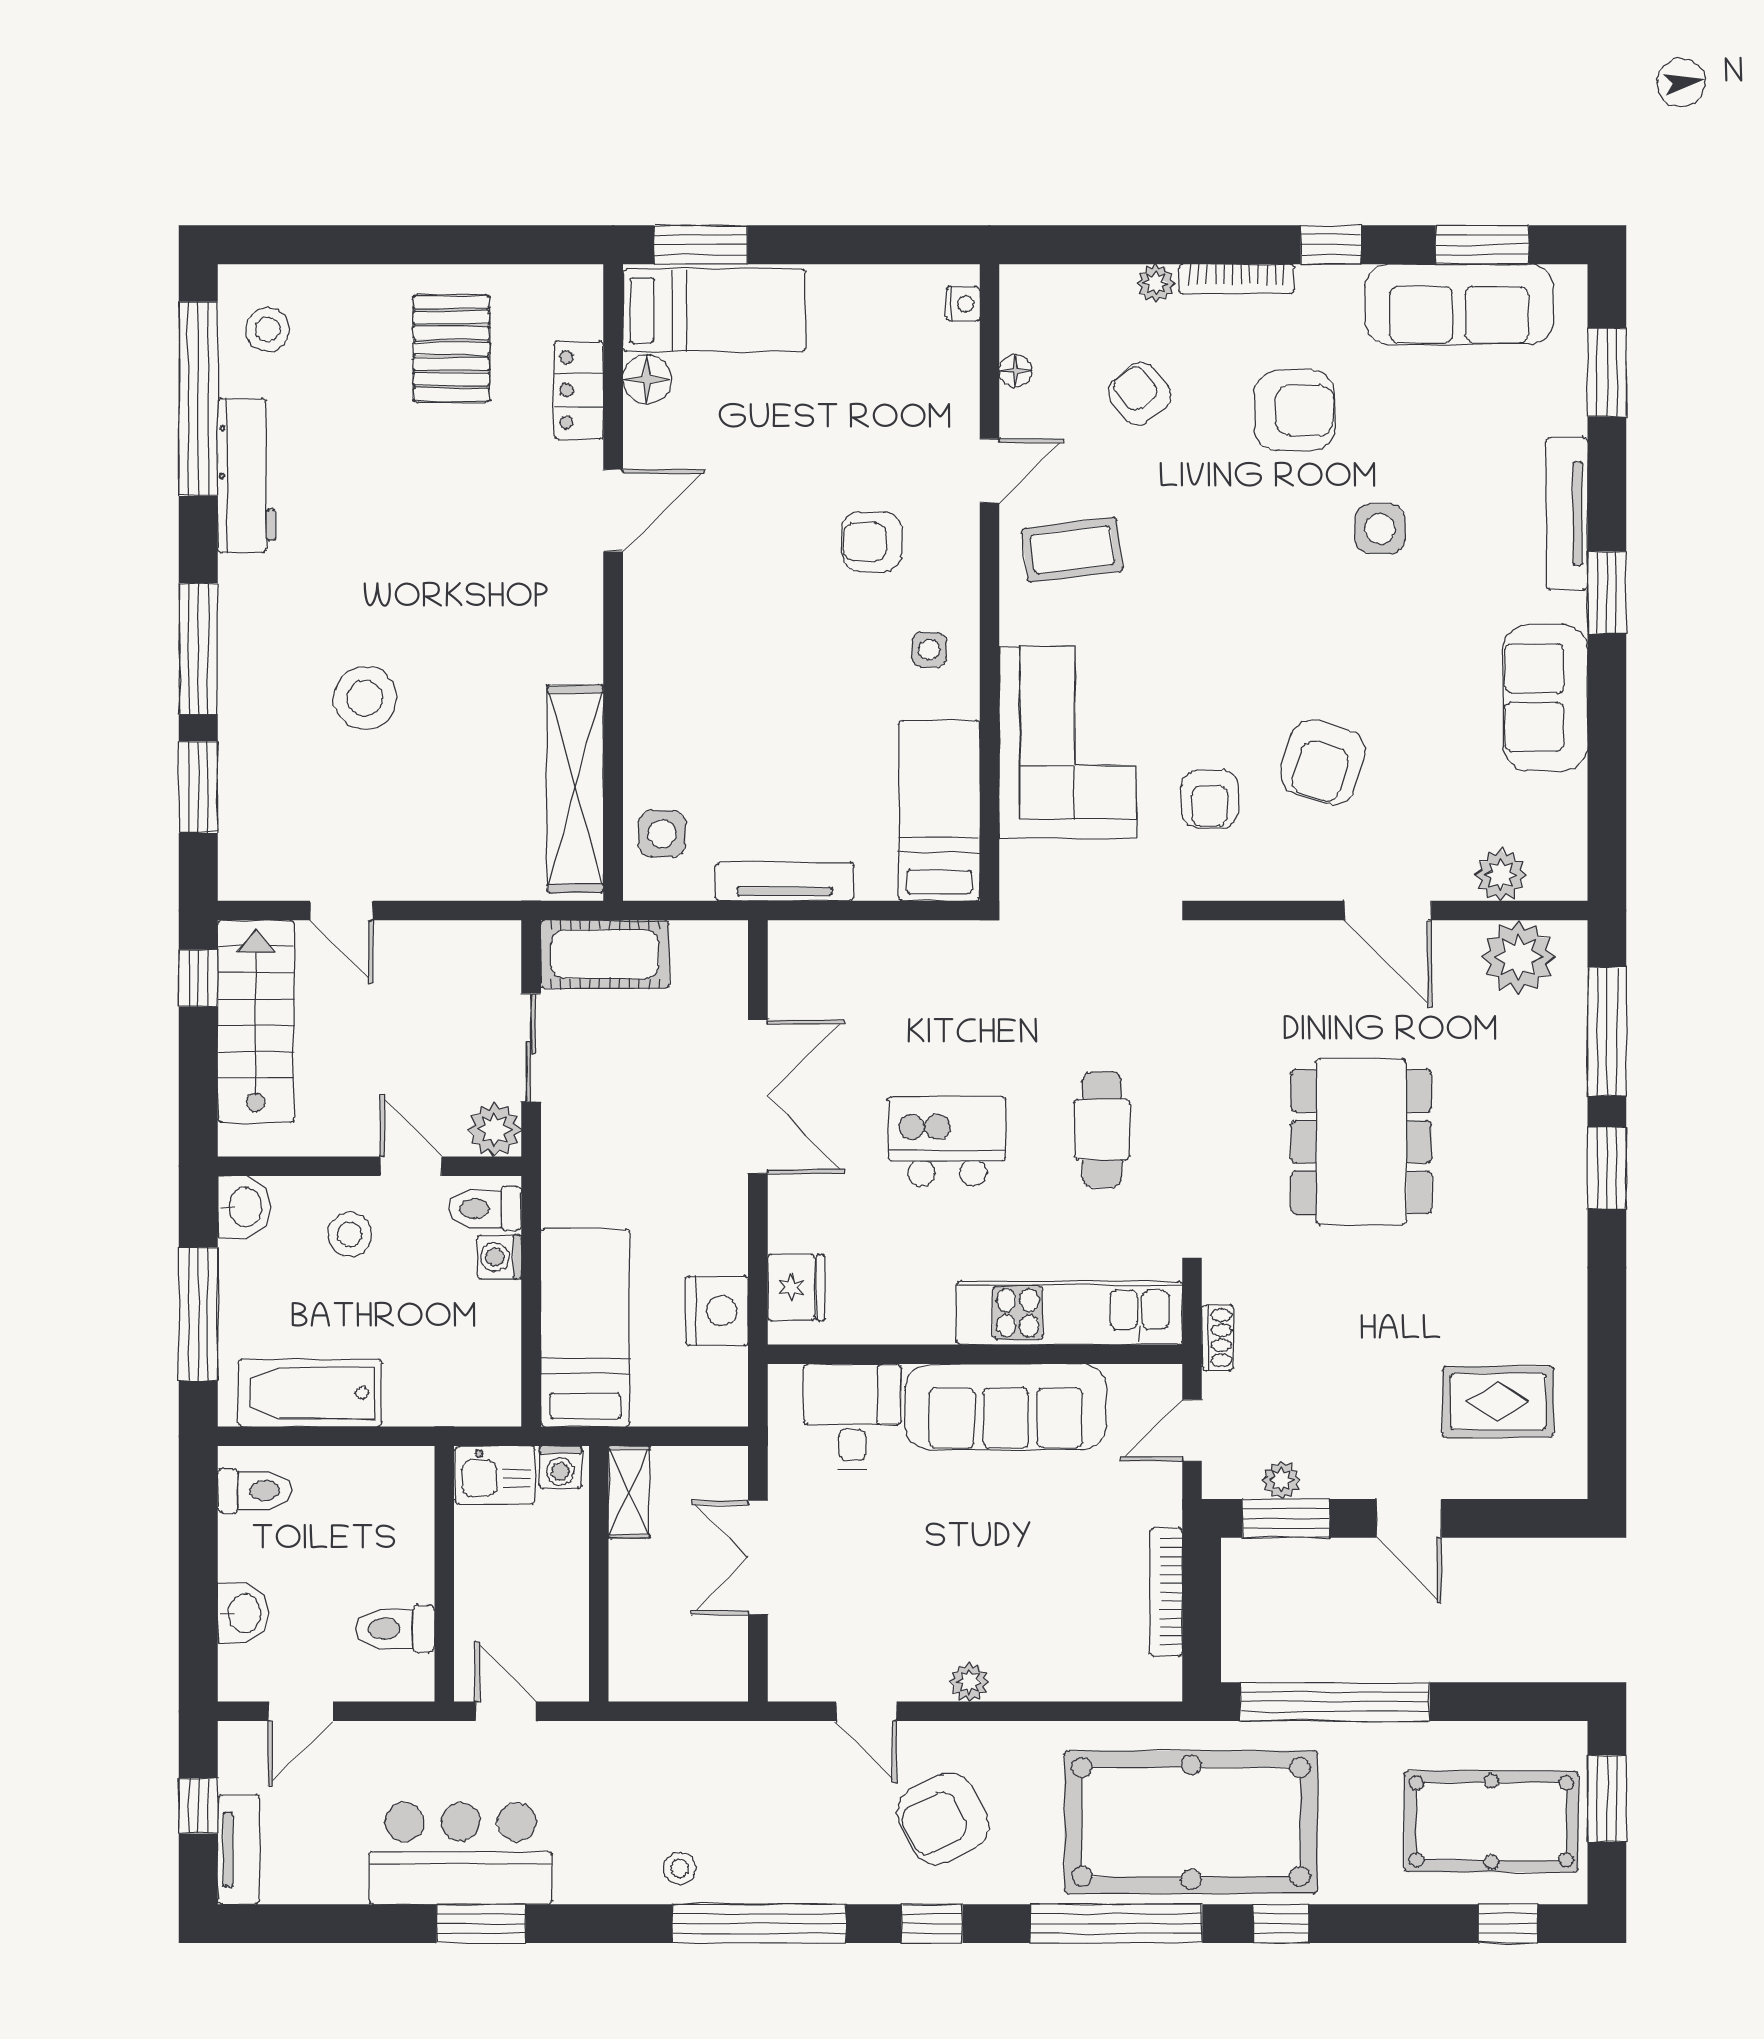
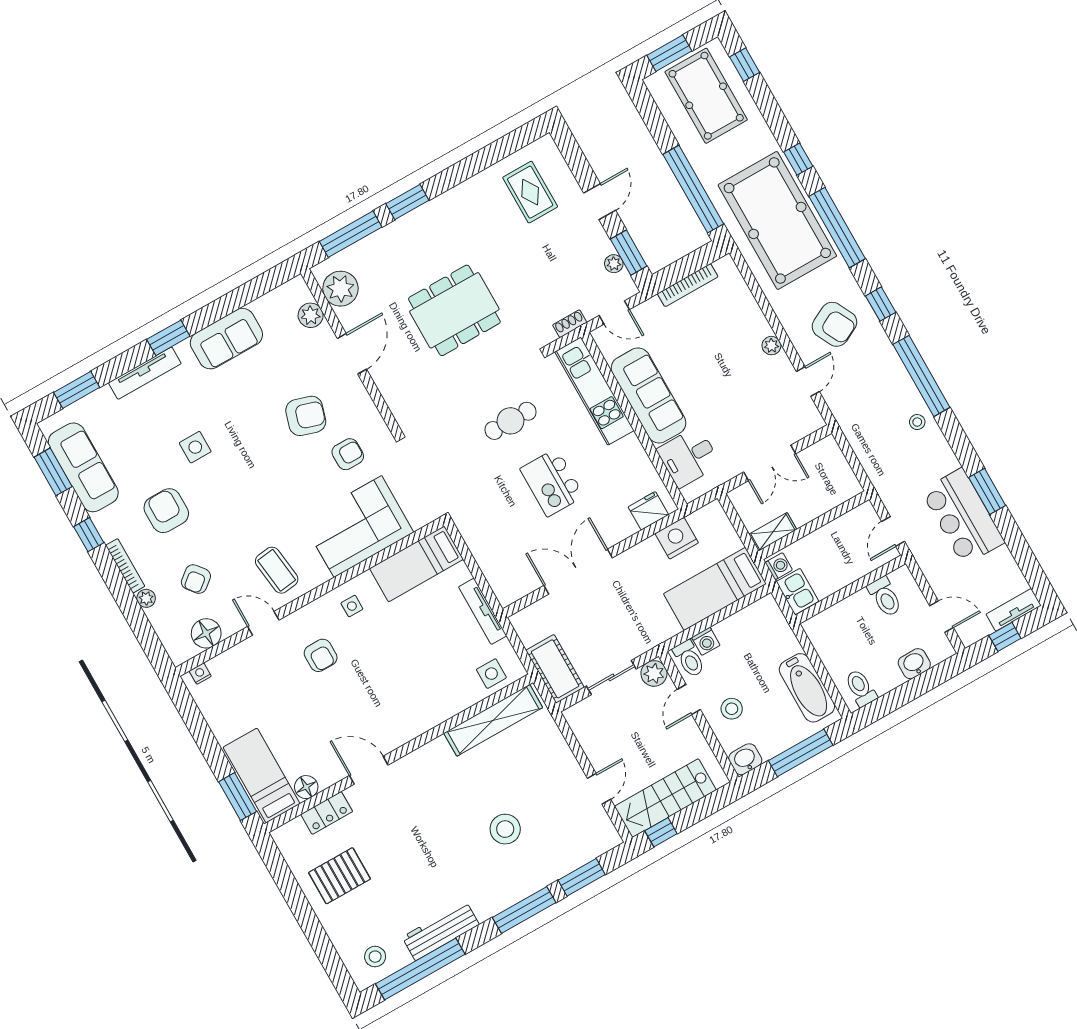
floor lamp: (1015, 371) -> (206, 633), width x1.89, depth x1.89

